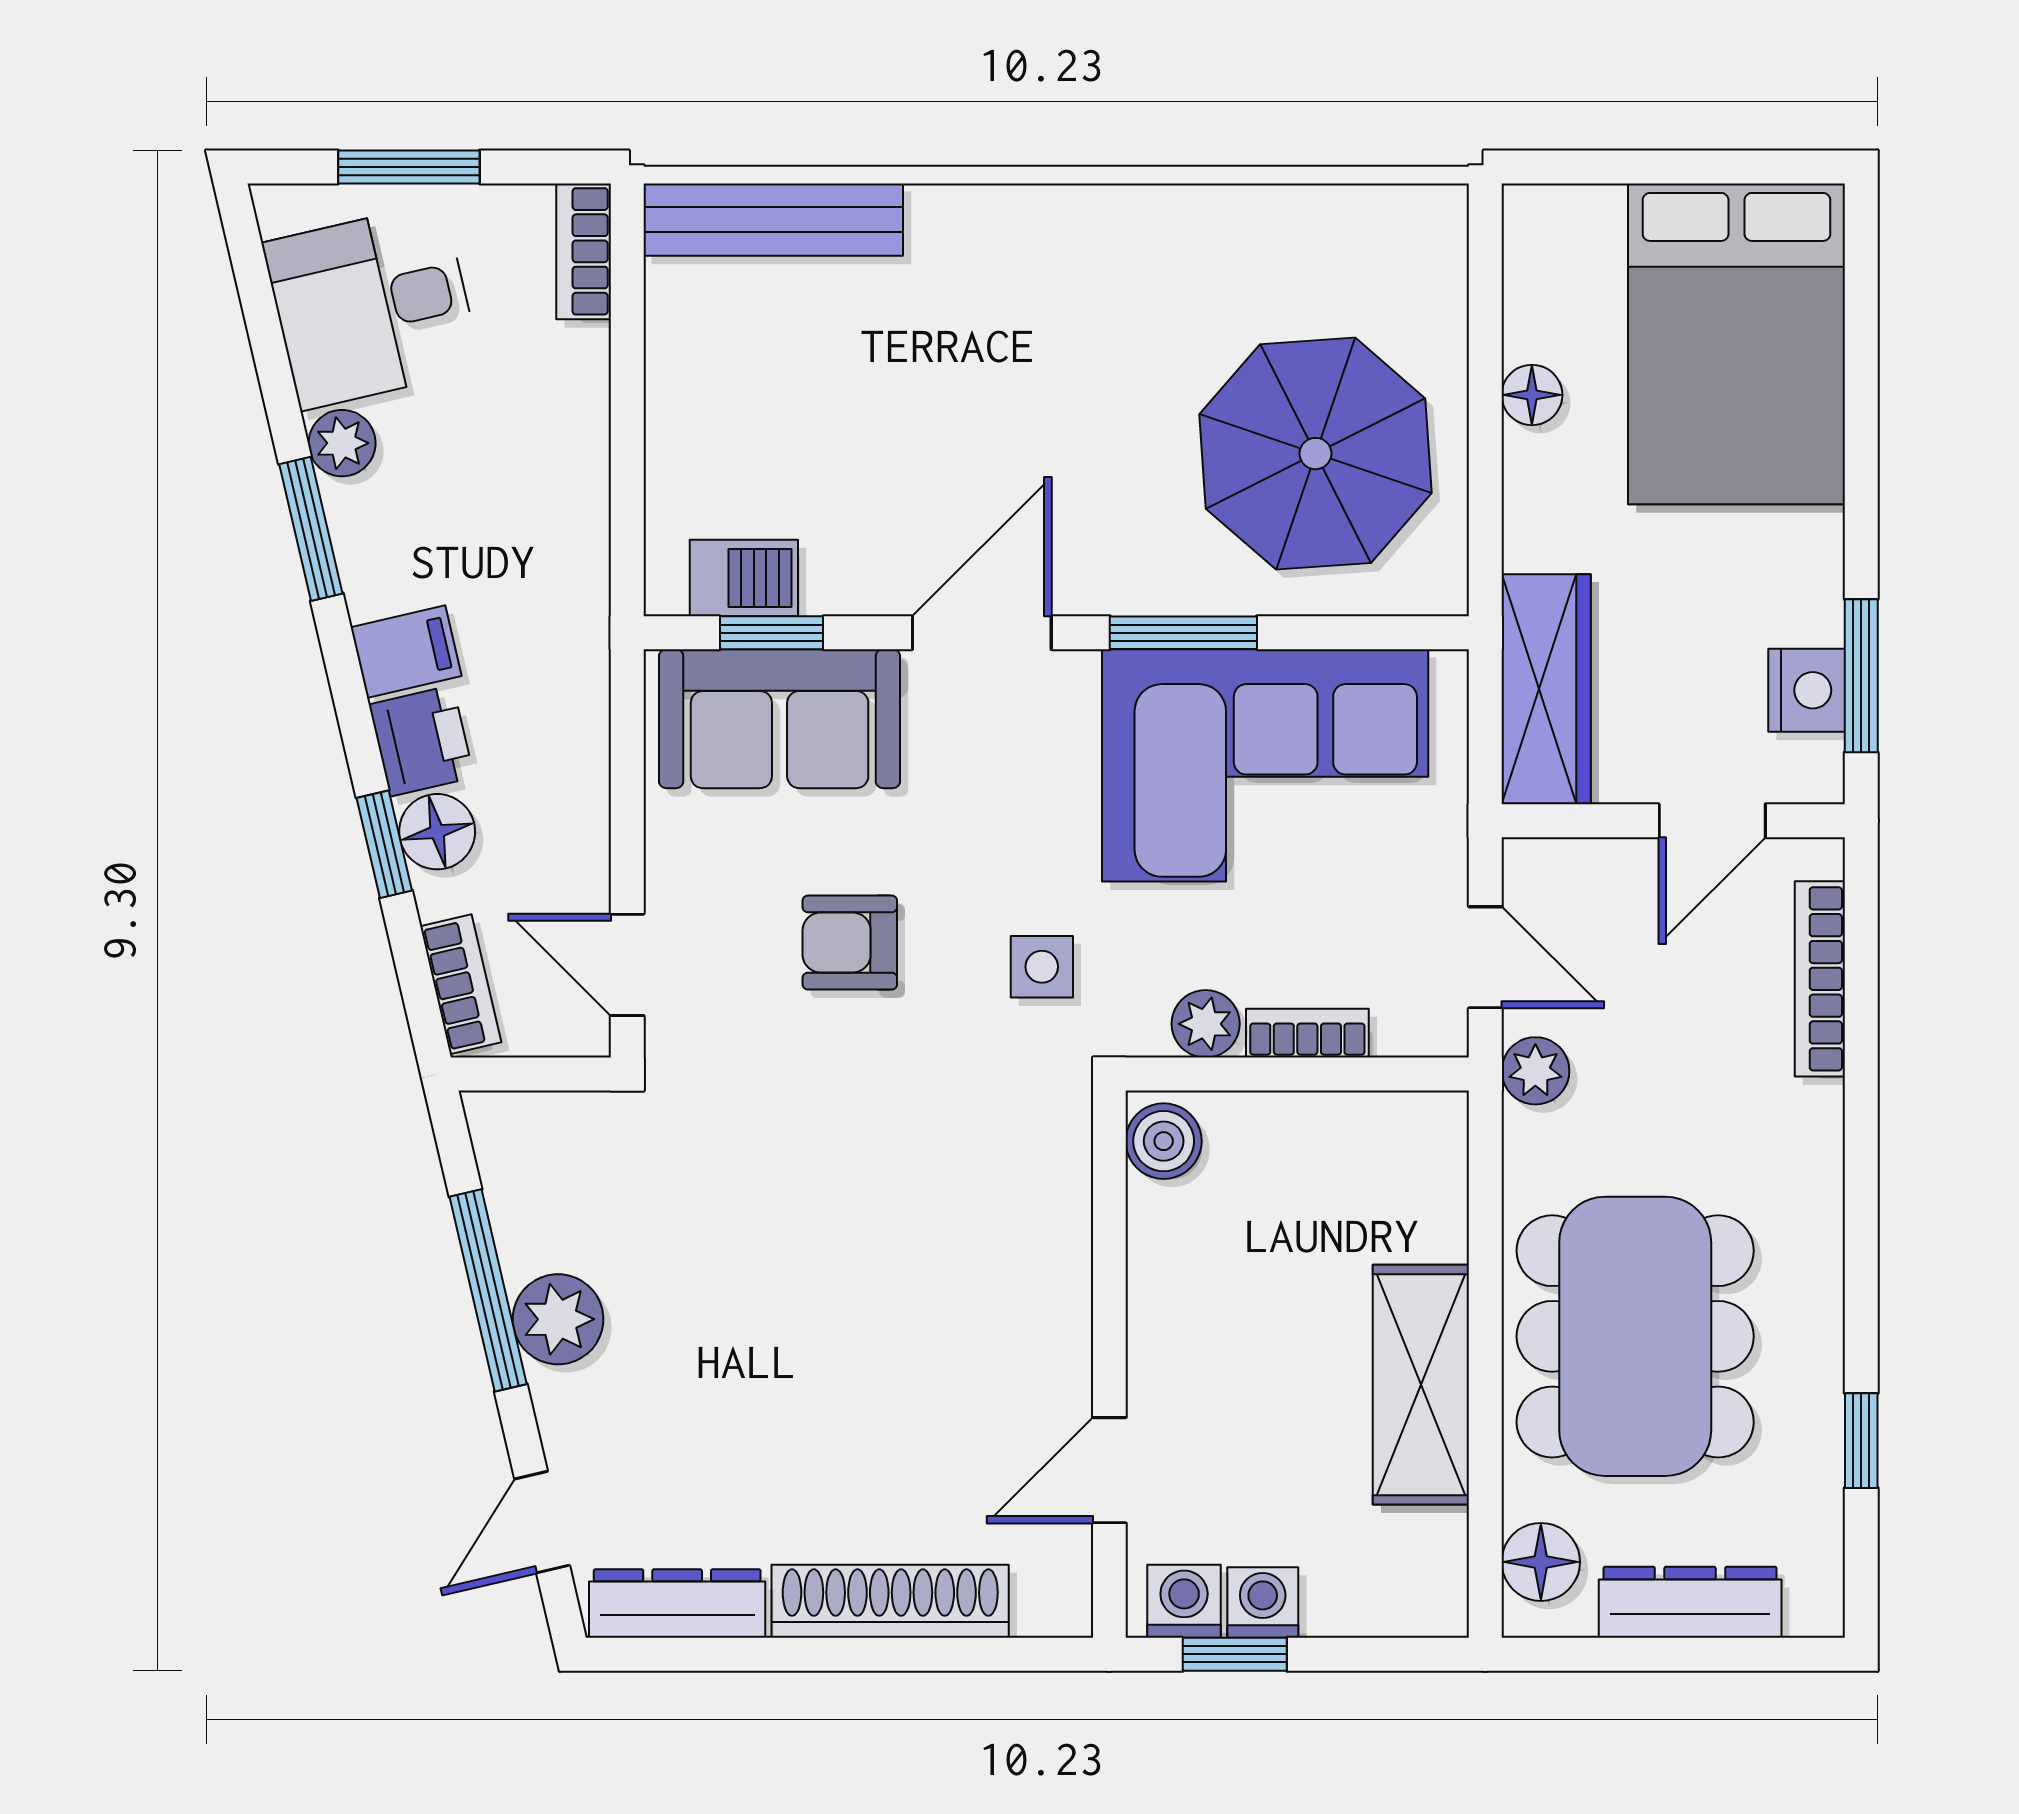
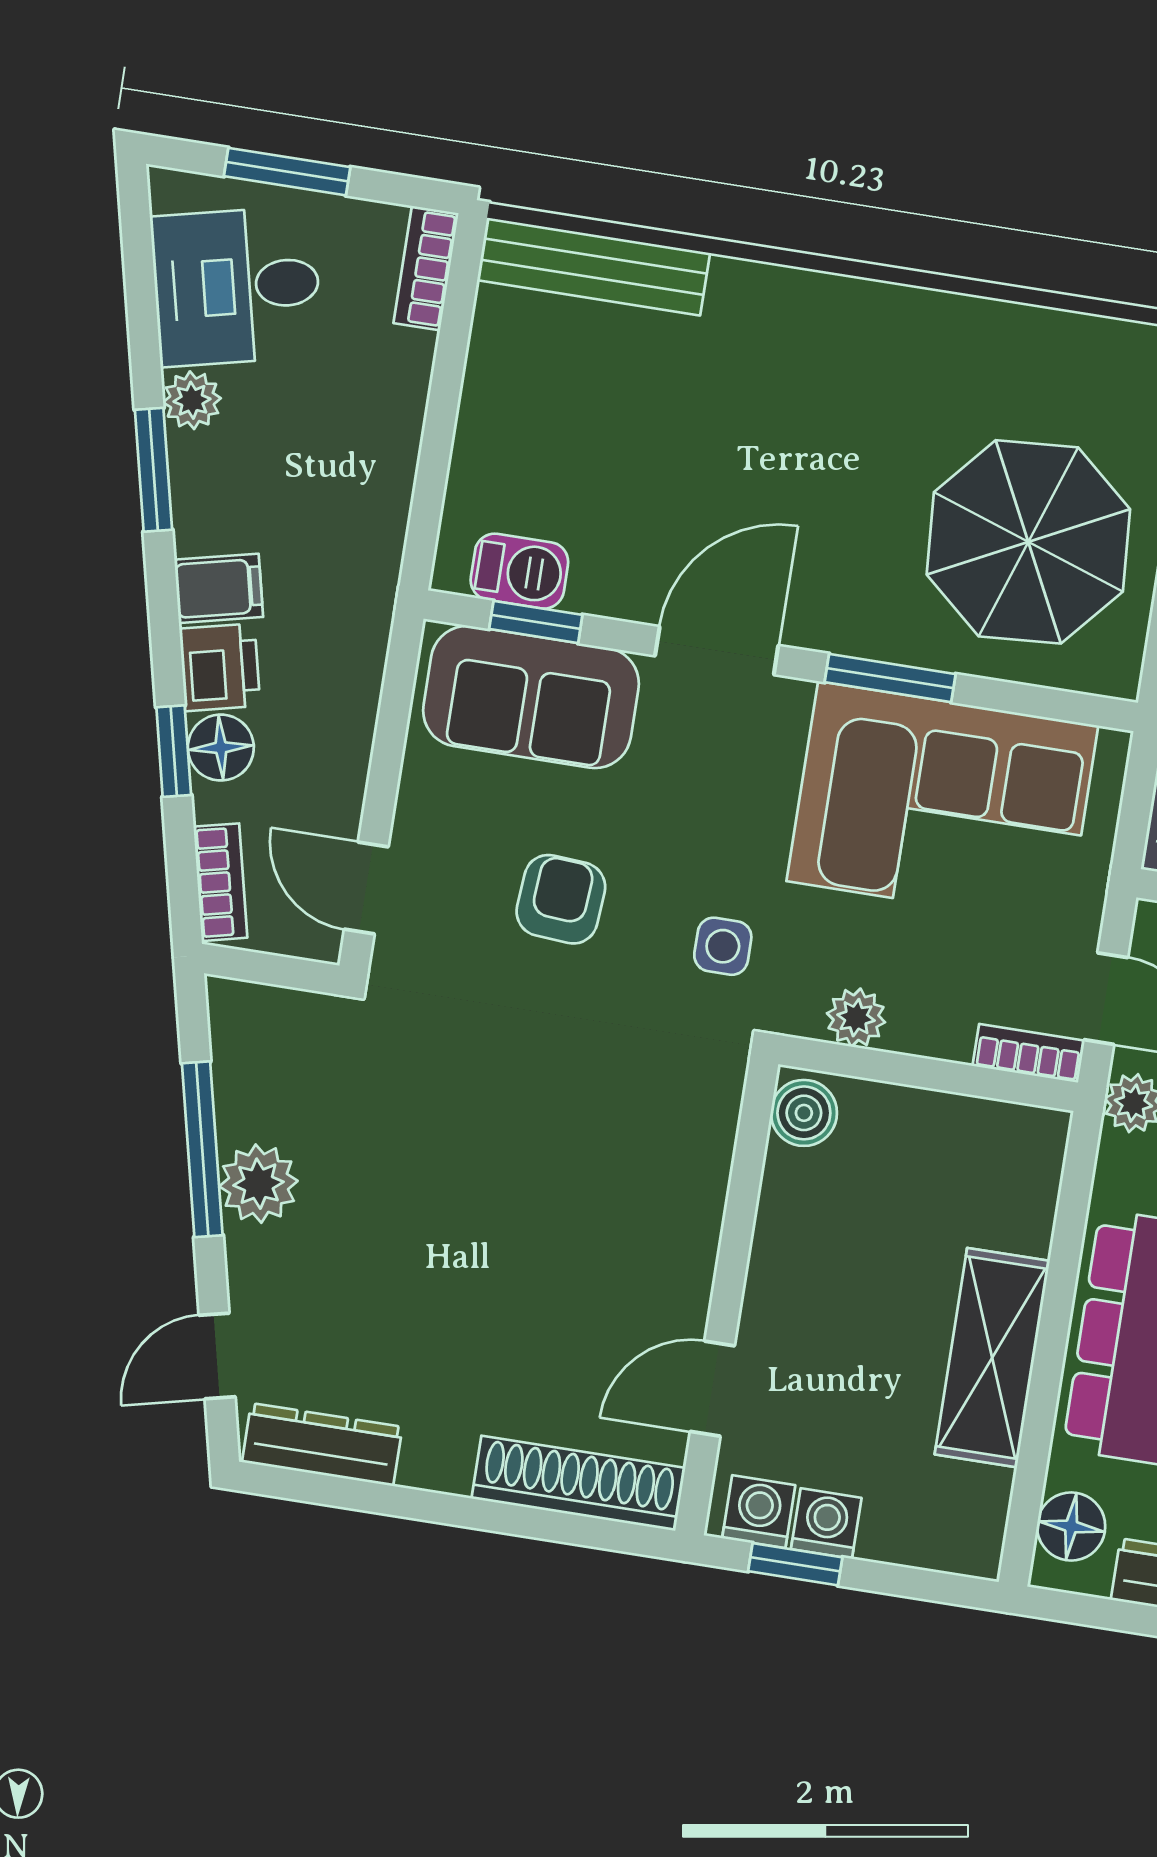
armchair: (850, 943) -> (561, 899), turned 94
bookcase: (1307, 1033) -> (1029, 1053), moved
shoe rack: (890, 1601) -> (578, 1483), moved

